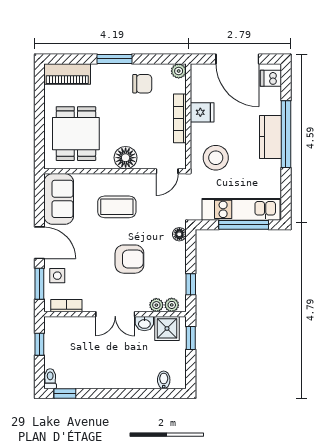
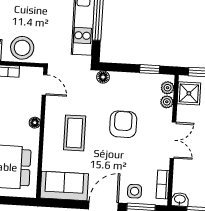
floor lamp: (126, 158) -> (35, 123), width x0.53, depth x0.53
stool: (216, 158) -> (22, 48), moved
washbasin: (144, 324) -> (180, 199), moved, turned -90

